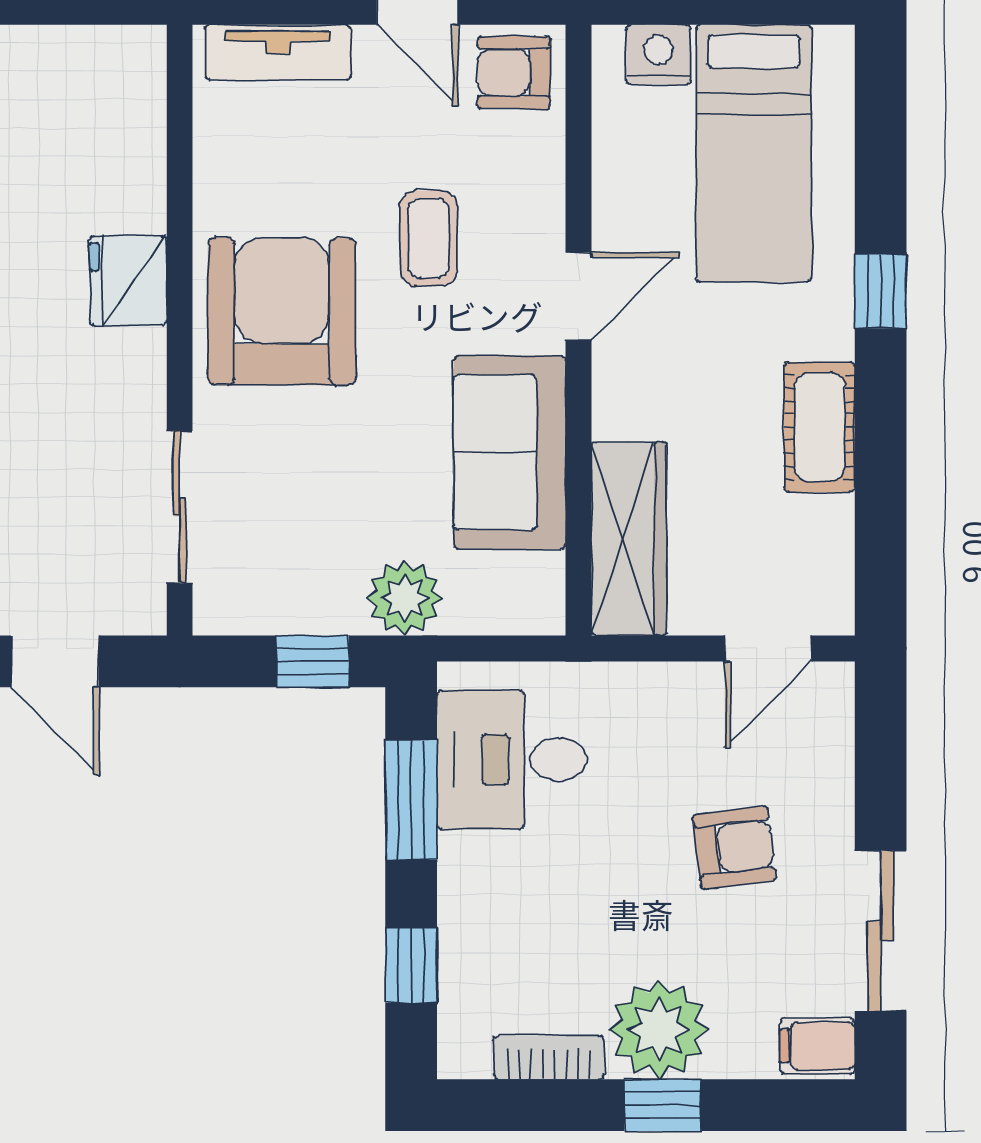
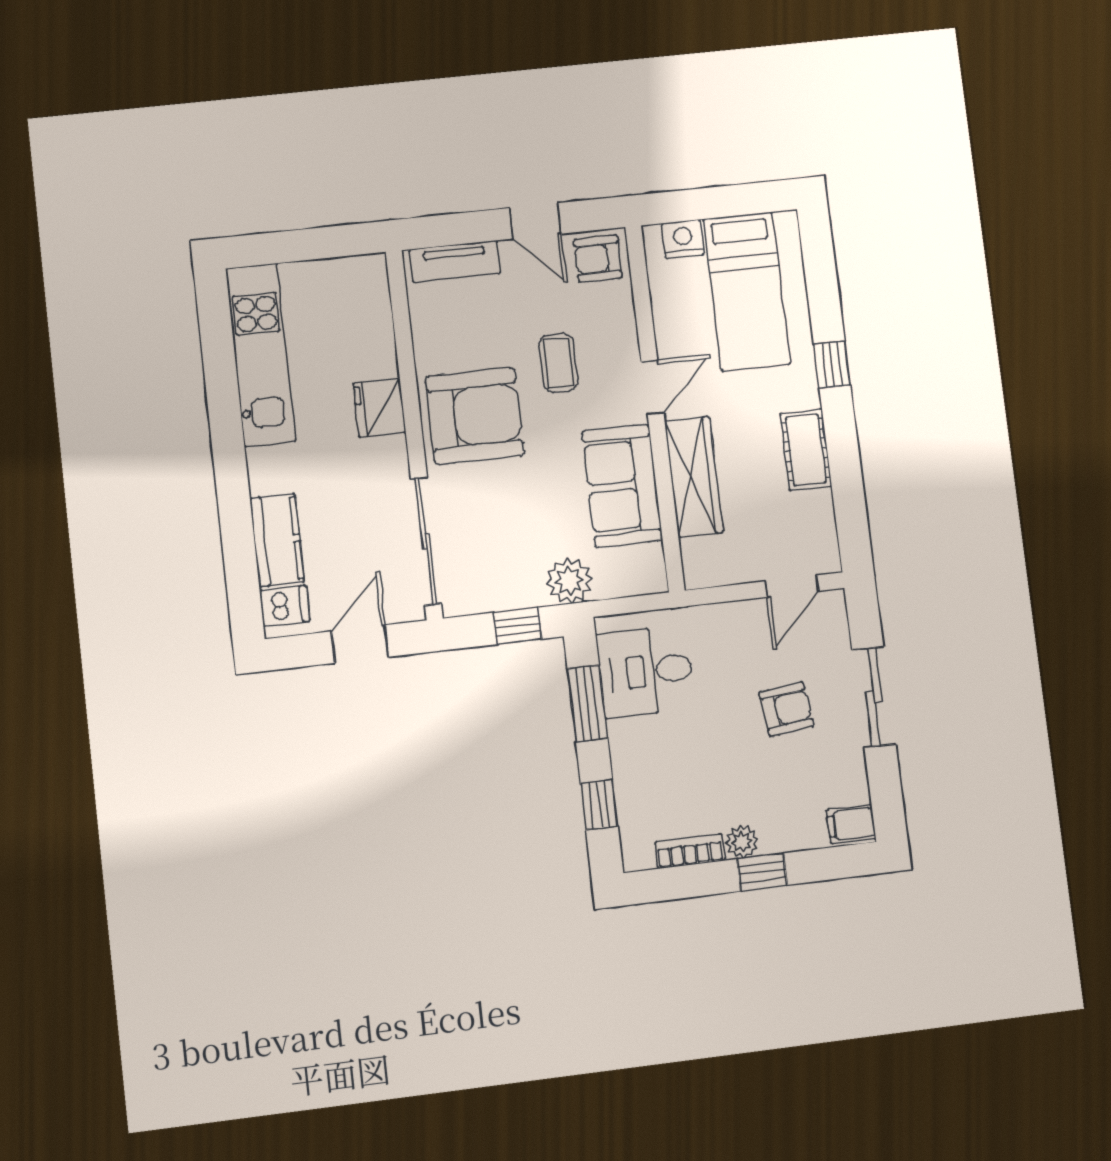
armchair: (282, 311) -> (475, 416), turned 90
sliding door: (180, 507) -> (426, 541), width x1.37
wardrobe: (629, 539) -> (694, 477), moved
door: (55, 661) -> (360, 644), swing flipped
sliding door: (881, 931) -> (874, 697), moved
plant: (659, 1030) -> (742, 842), width x0.53, depth x0.53

